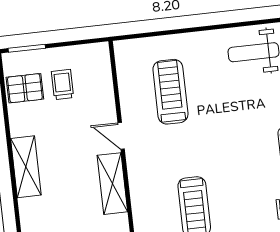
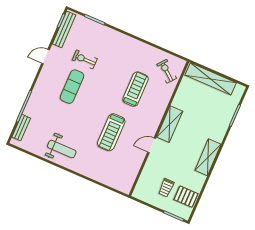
treadmill: (170, 92) -> (111, 132), moved
door: (121, 136) -> (152, 145), swing flipped

